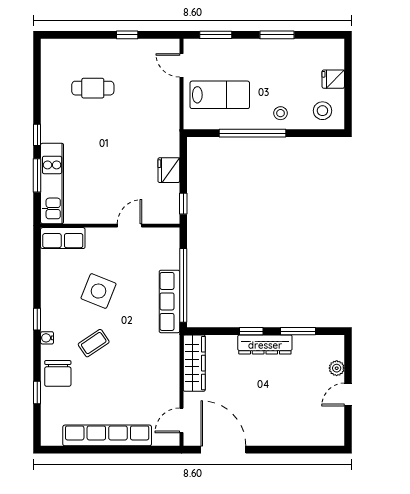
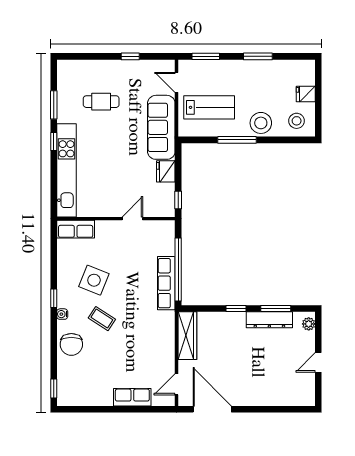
stool: (281, 113) -> (261, 123), width x1.89, depth x1.89
sofa: (164, 118) -> (161, 127), added
window: (252, 133) -> (237, 140), width x0.68
window: (37, 175) -> (54, 105), moved
kitchen unit: (52, 183) -> (66, 170), width x1.36
side table: (99, 291) -> (94, 280), moved
coffee table: (94, 343) -> (102, 319), turned 67
dresser: (265, 345) -> (269, 320), moved
plant: (337, 368) -> (309, 324), moved
window: (37, 392) -> (54, 388), moved
row of seats: (107, 435) -> (132, 397), width x0.50

